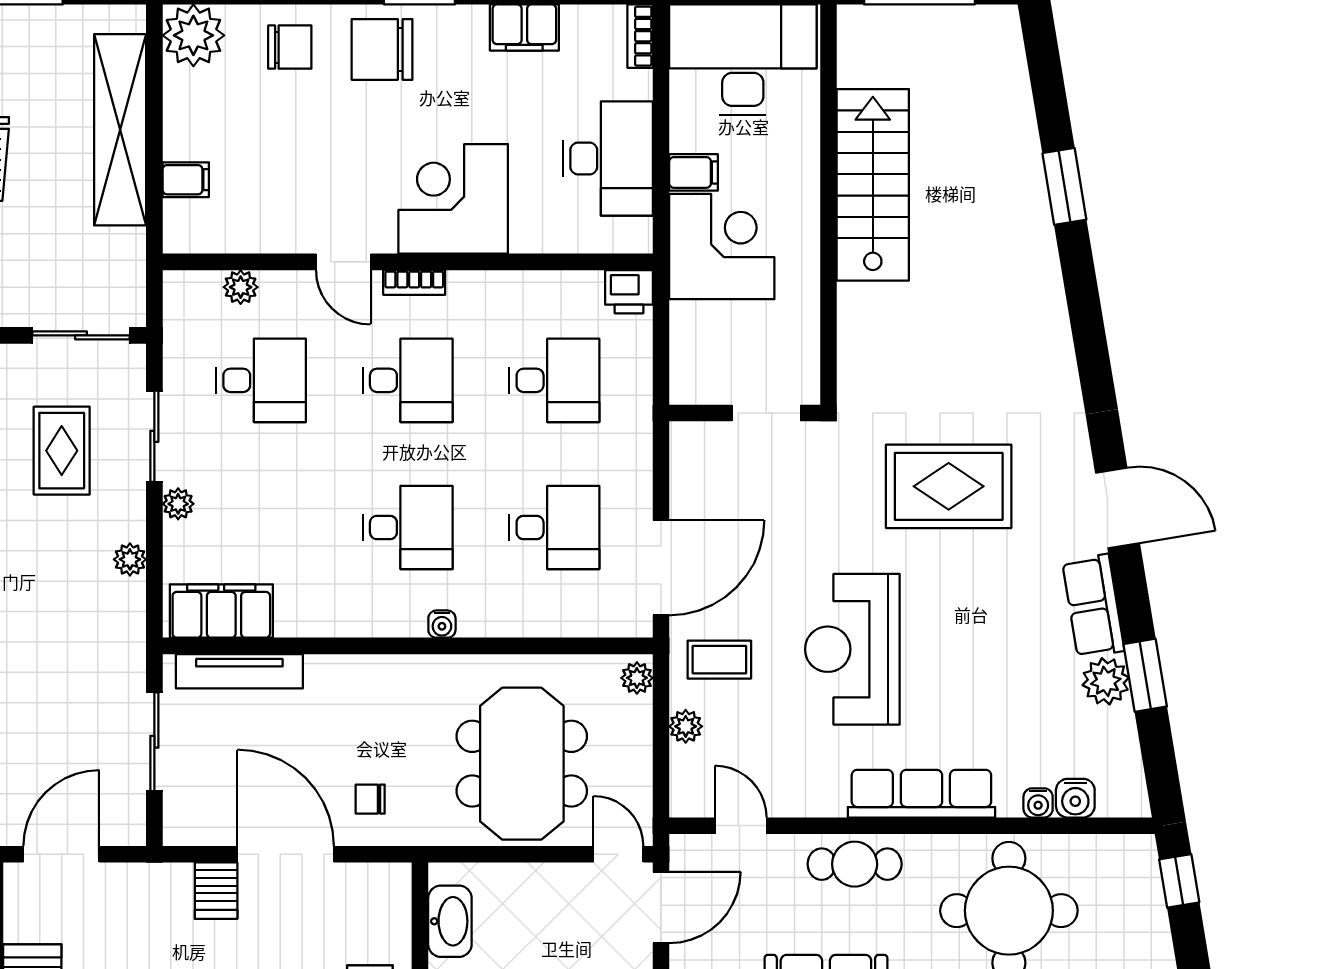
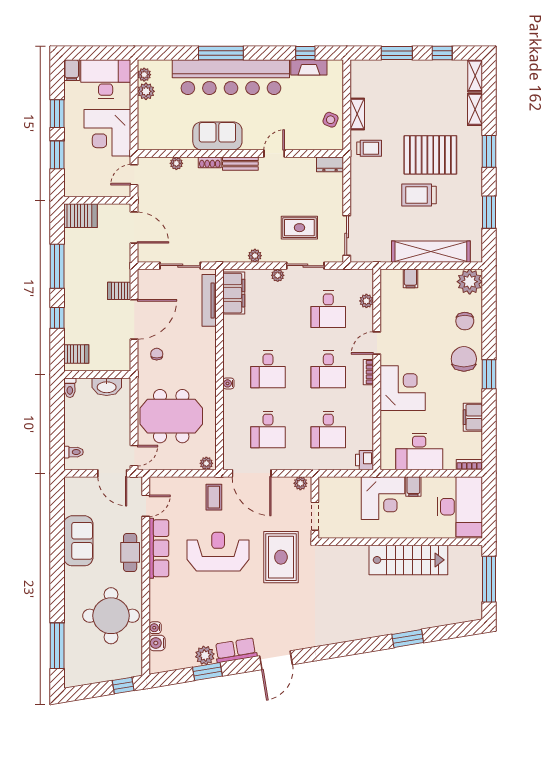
rug: (949, 486) -> (281, 557), moved
plant: (686, 726) -> (300, 483), moved
row of seats: (921, 794) -> (159, 548), moved

